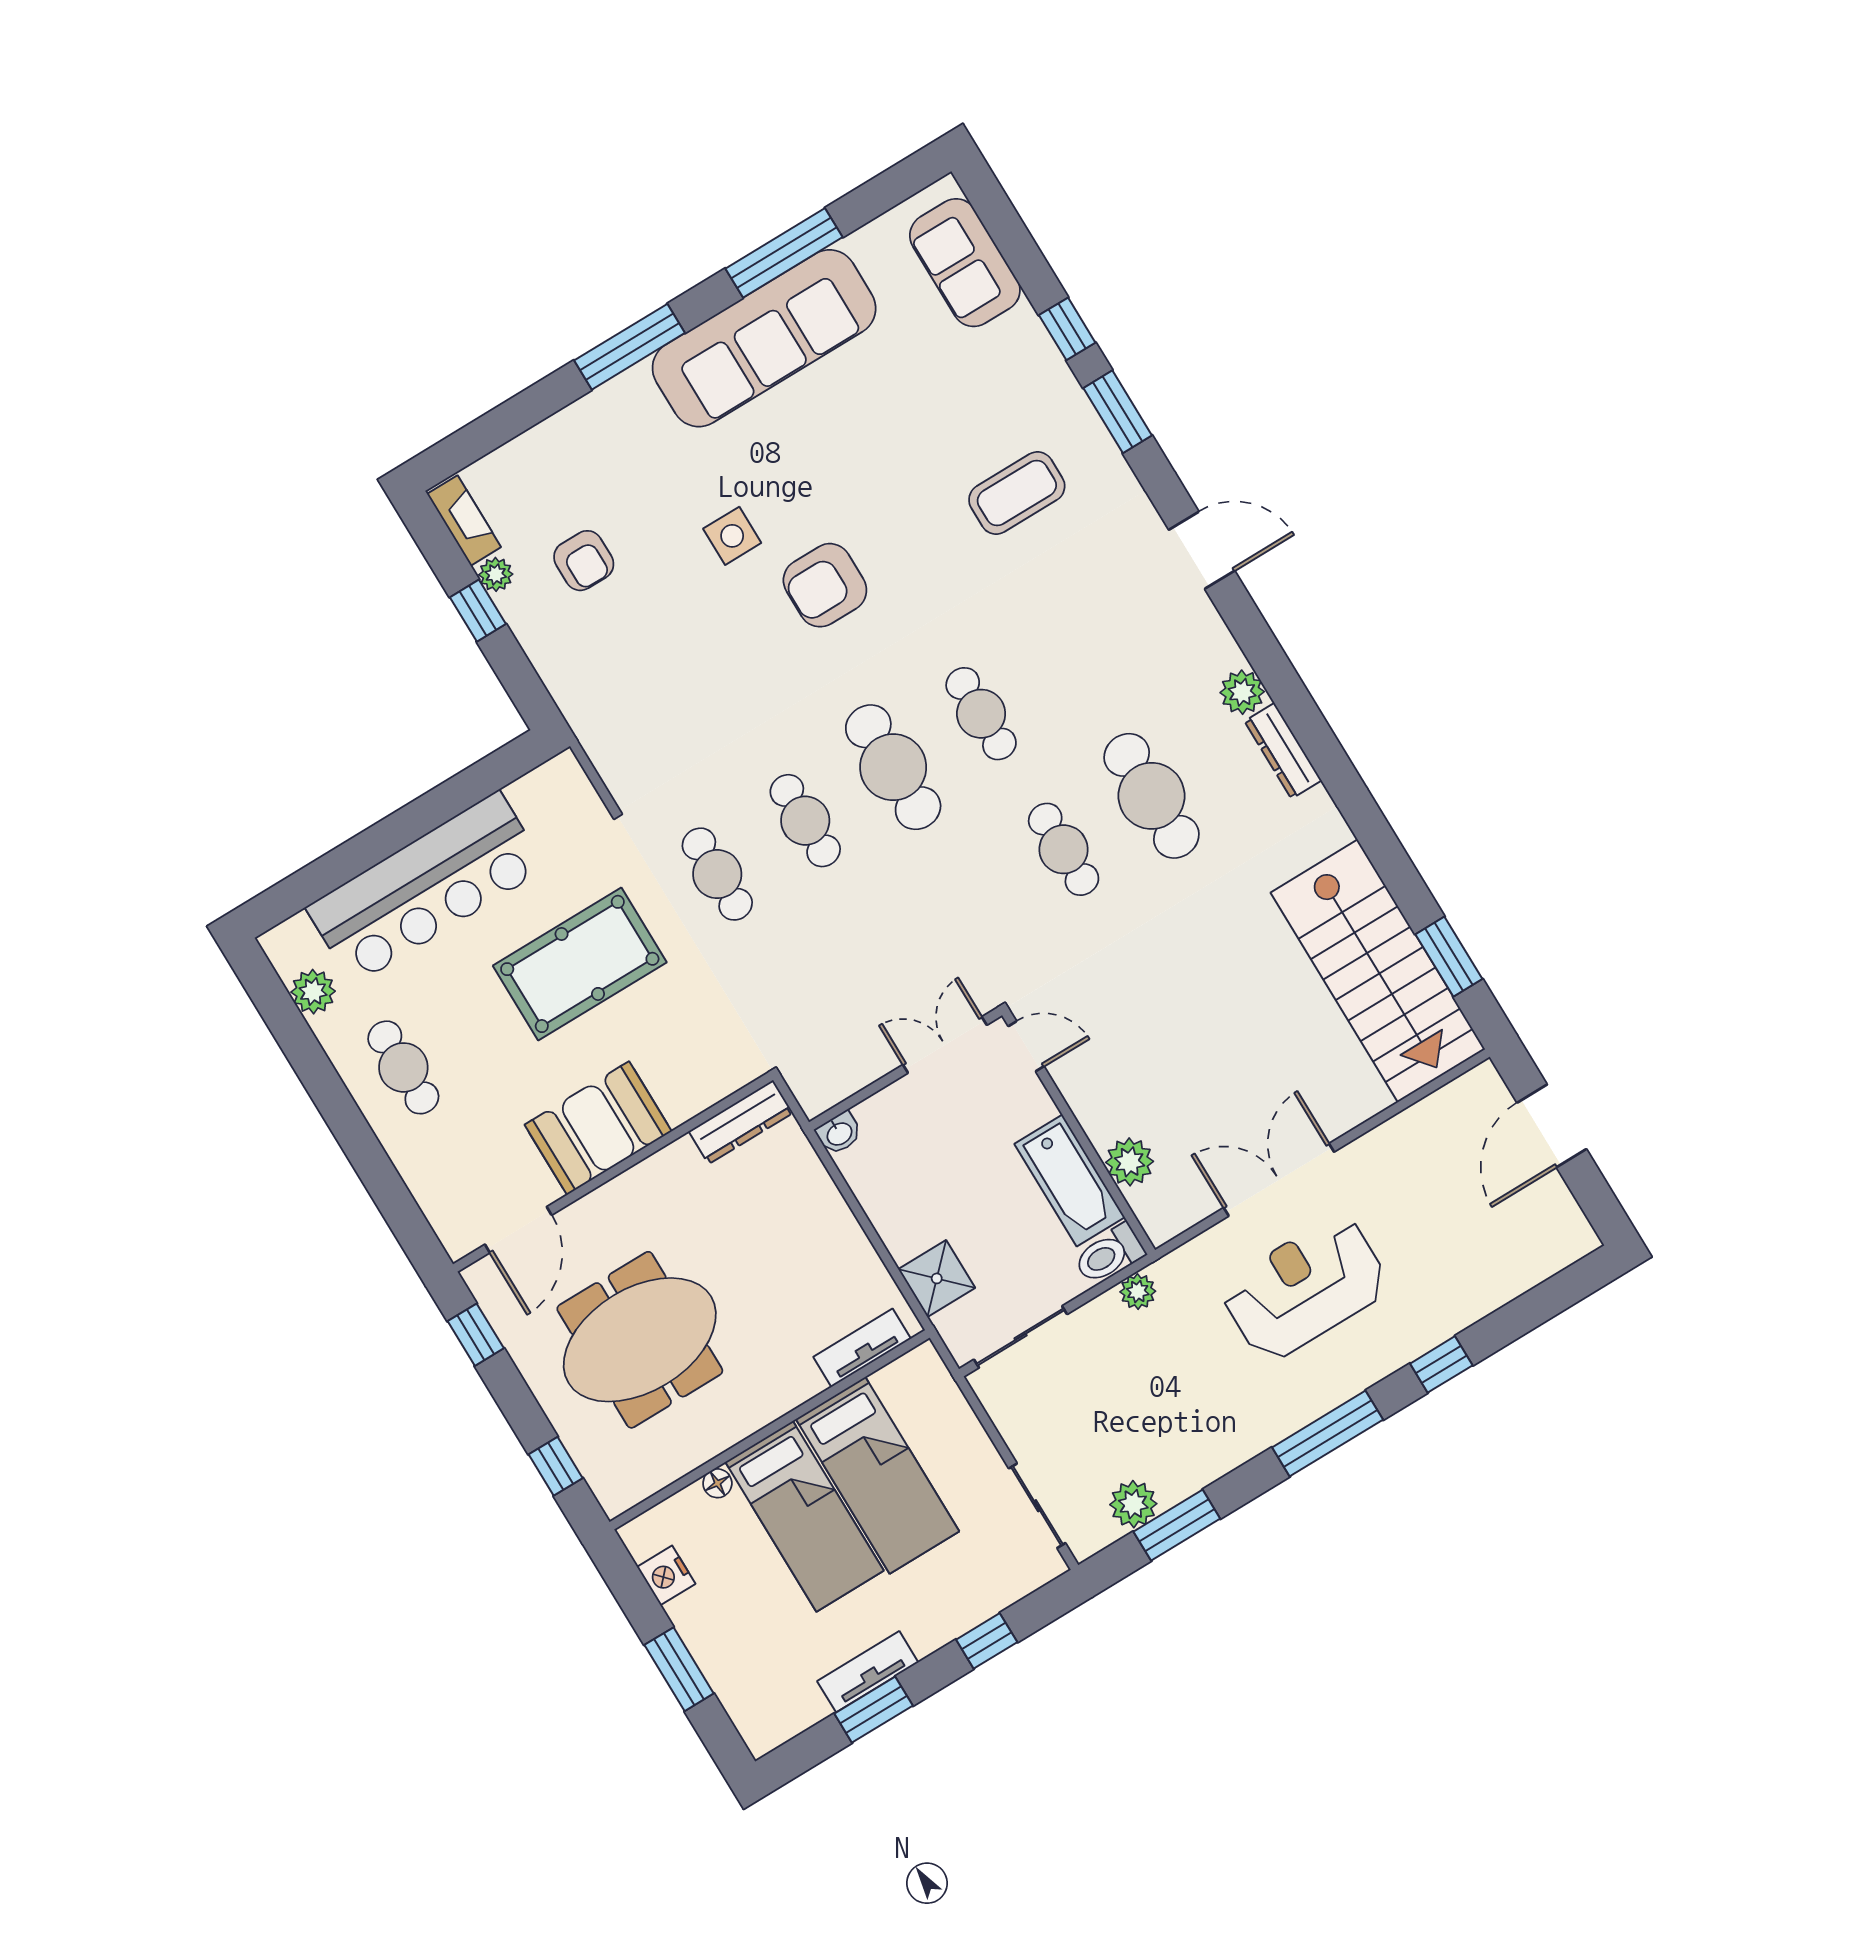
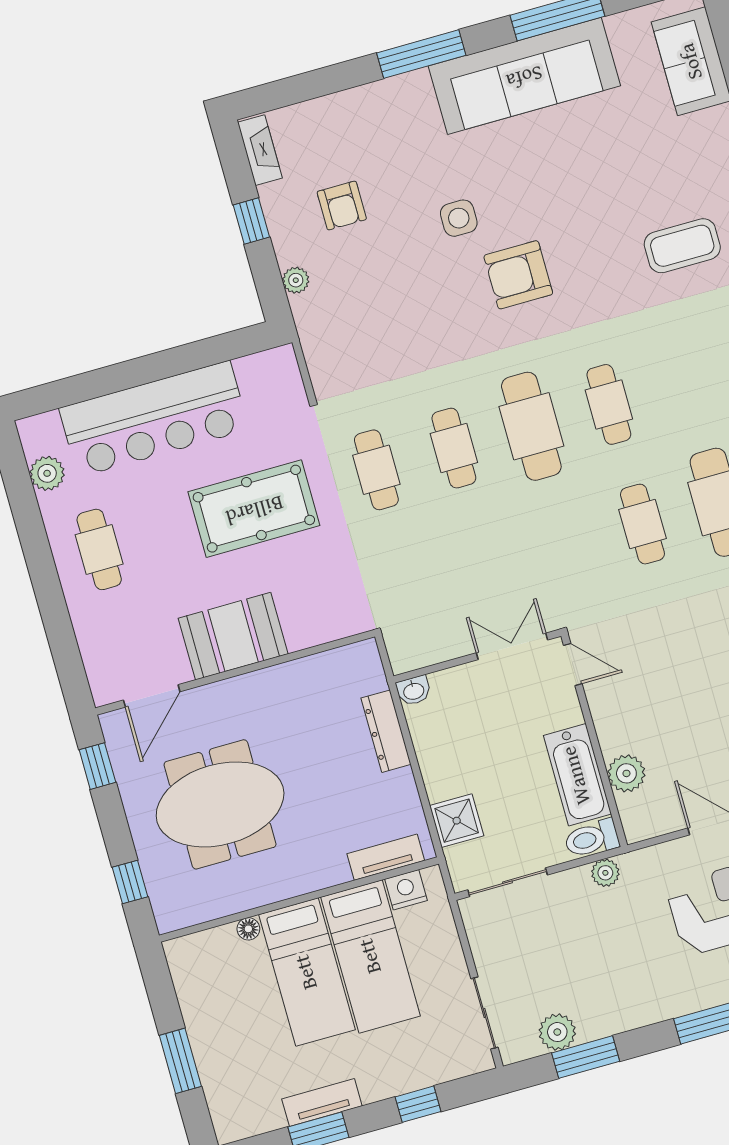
plant: (496, 574) -> (296, 280), moved
dresser: (741, 1122) -> (386, 731), moved, turned 90
nightstand: (666, 1575) -> (406, 890), moved, turned 90

